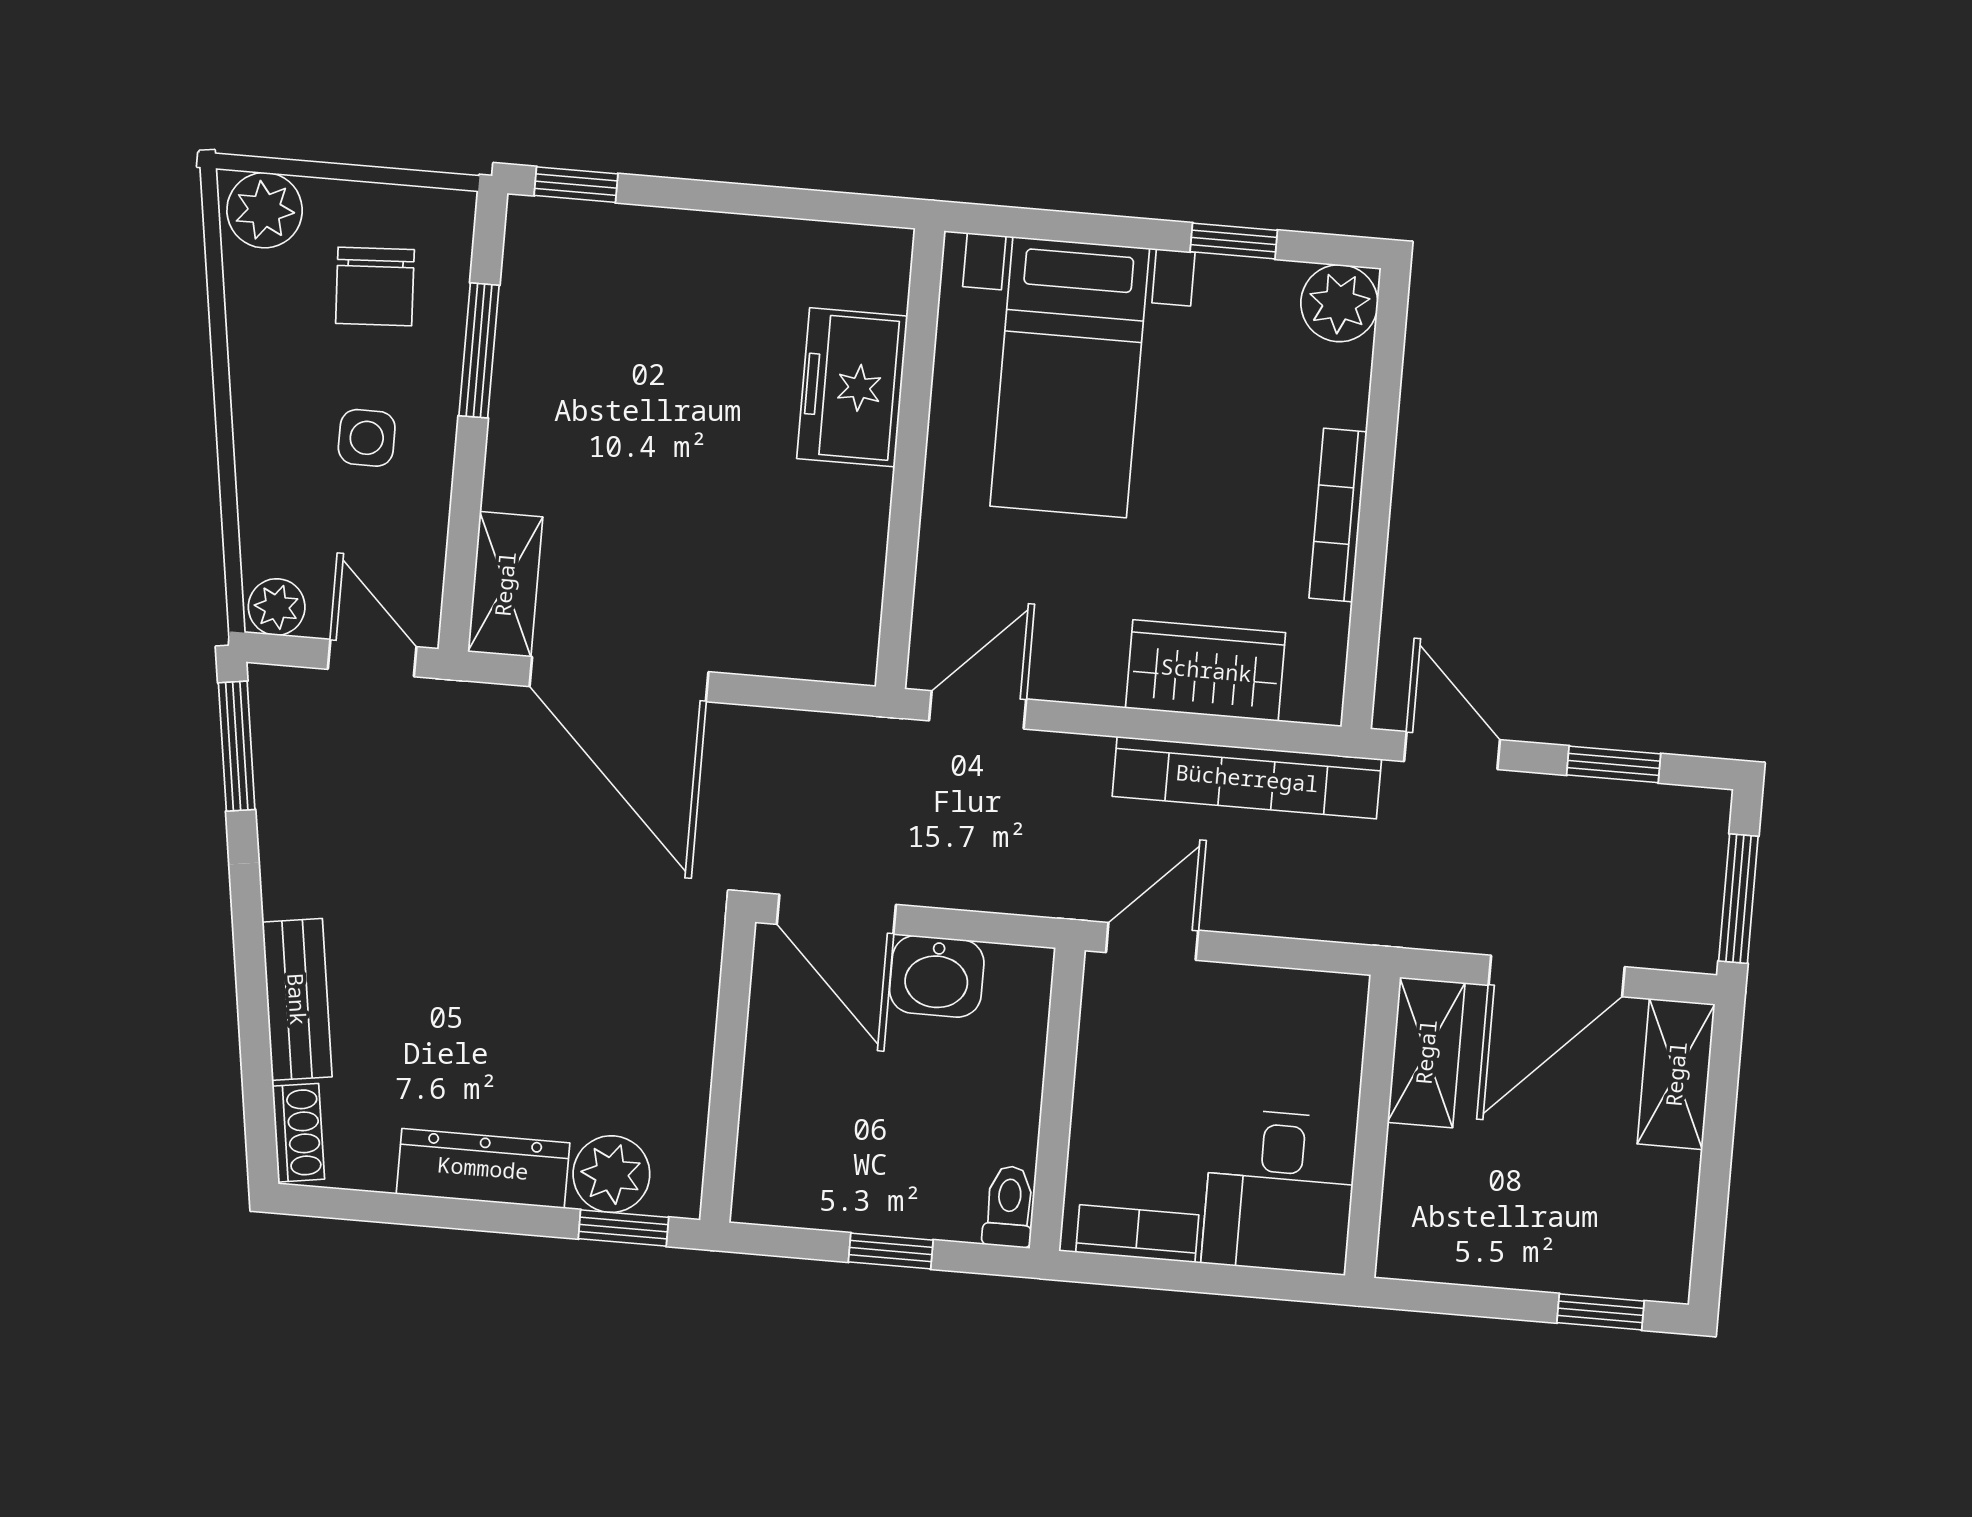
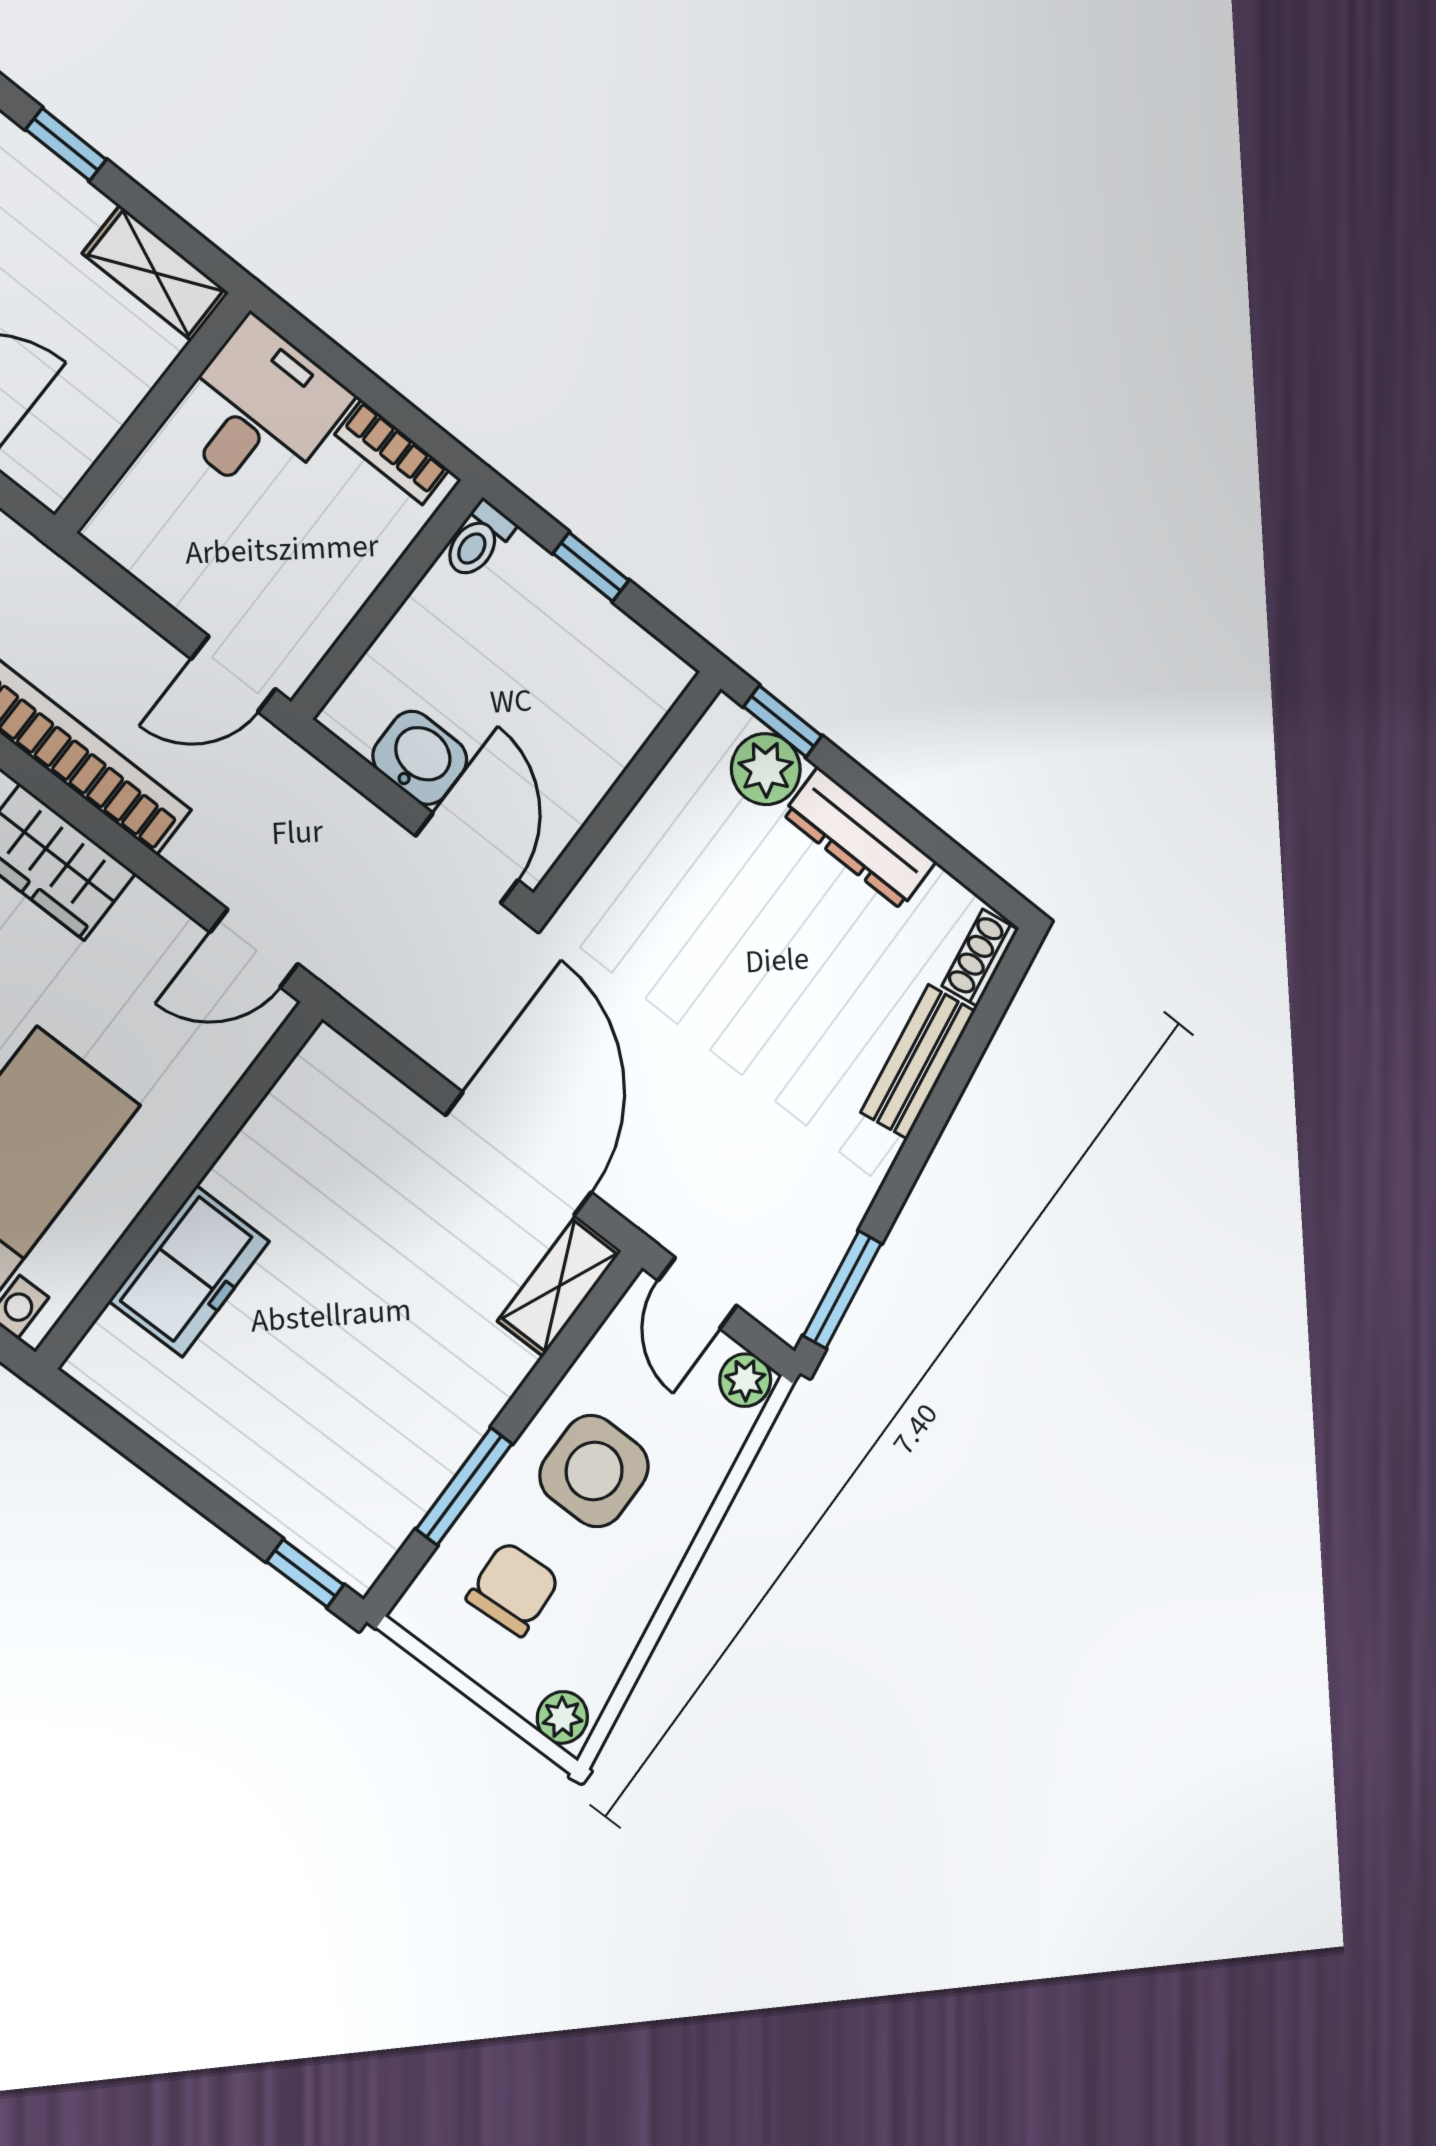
plant: (265, 210) -> (562, 1717), width x0.73, depth x0.73
side table: (367, 438) -> (594, 1471), width x1.87, depth x1.87
shelving: (1426, 1052) -> (156, 273), moved, turned 90

